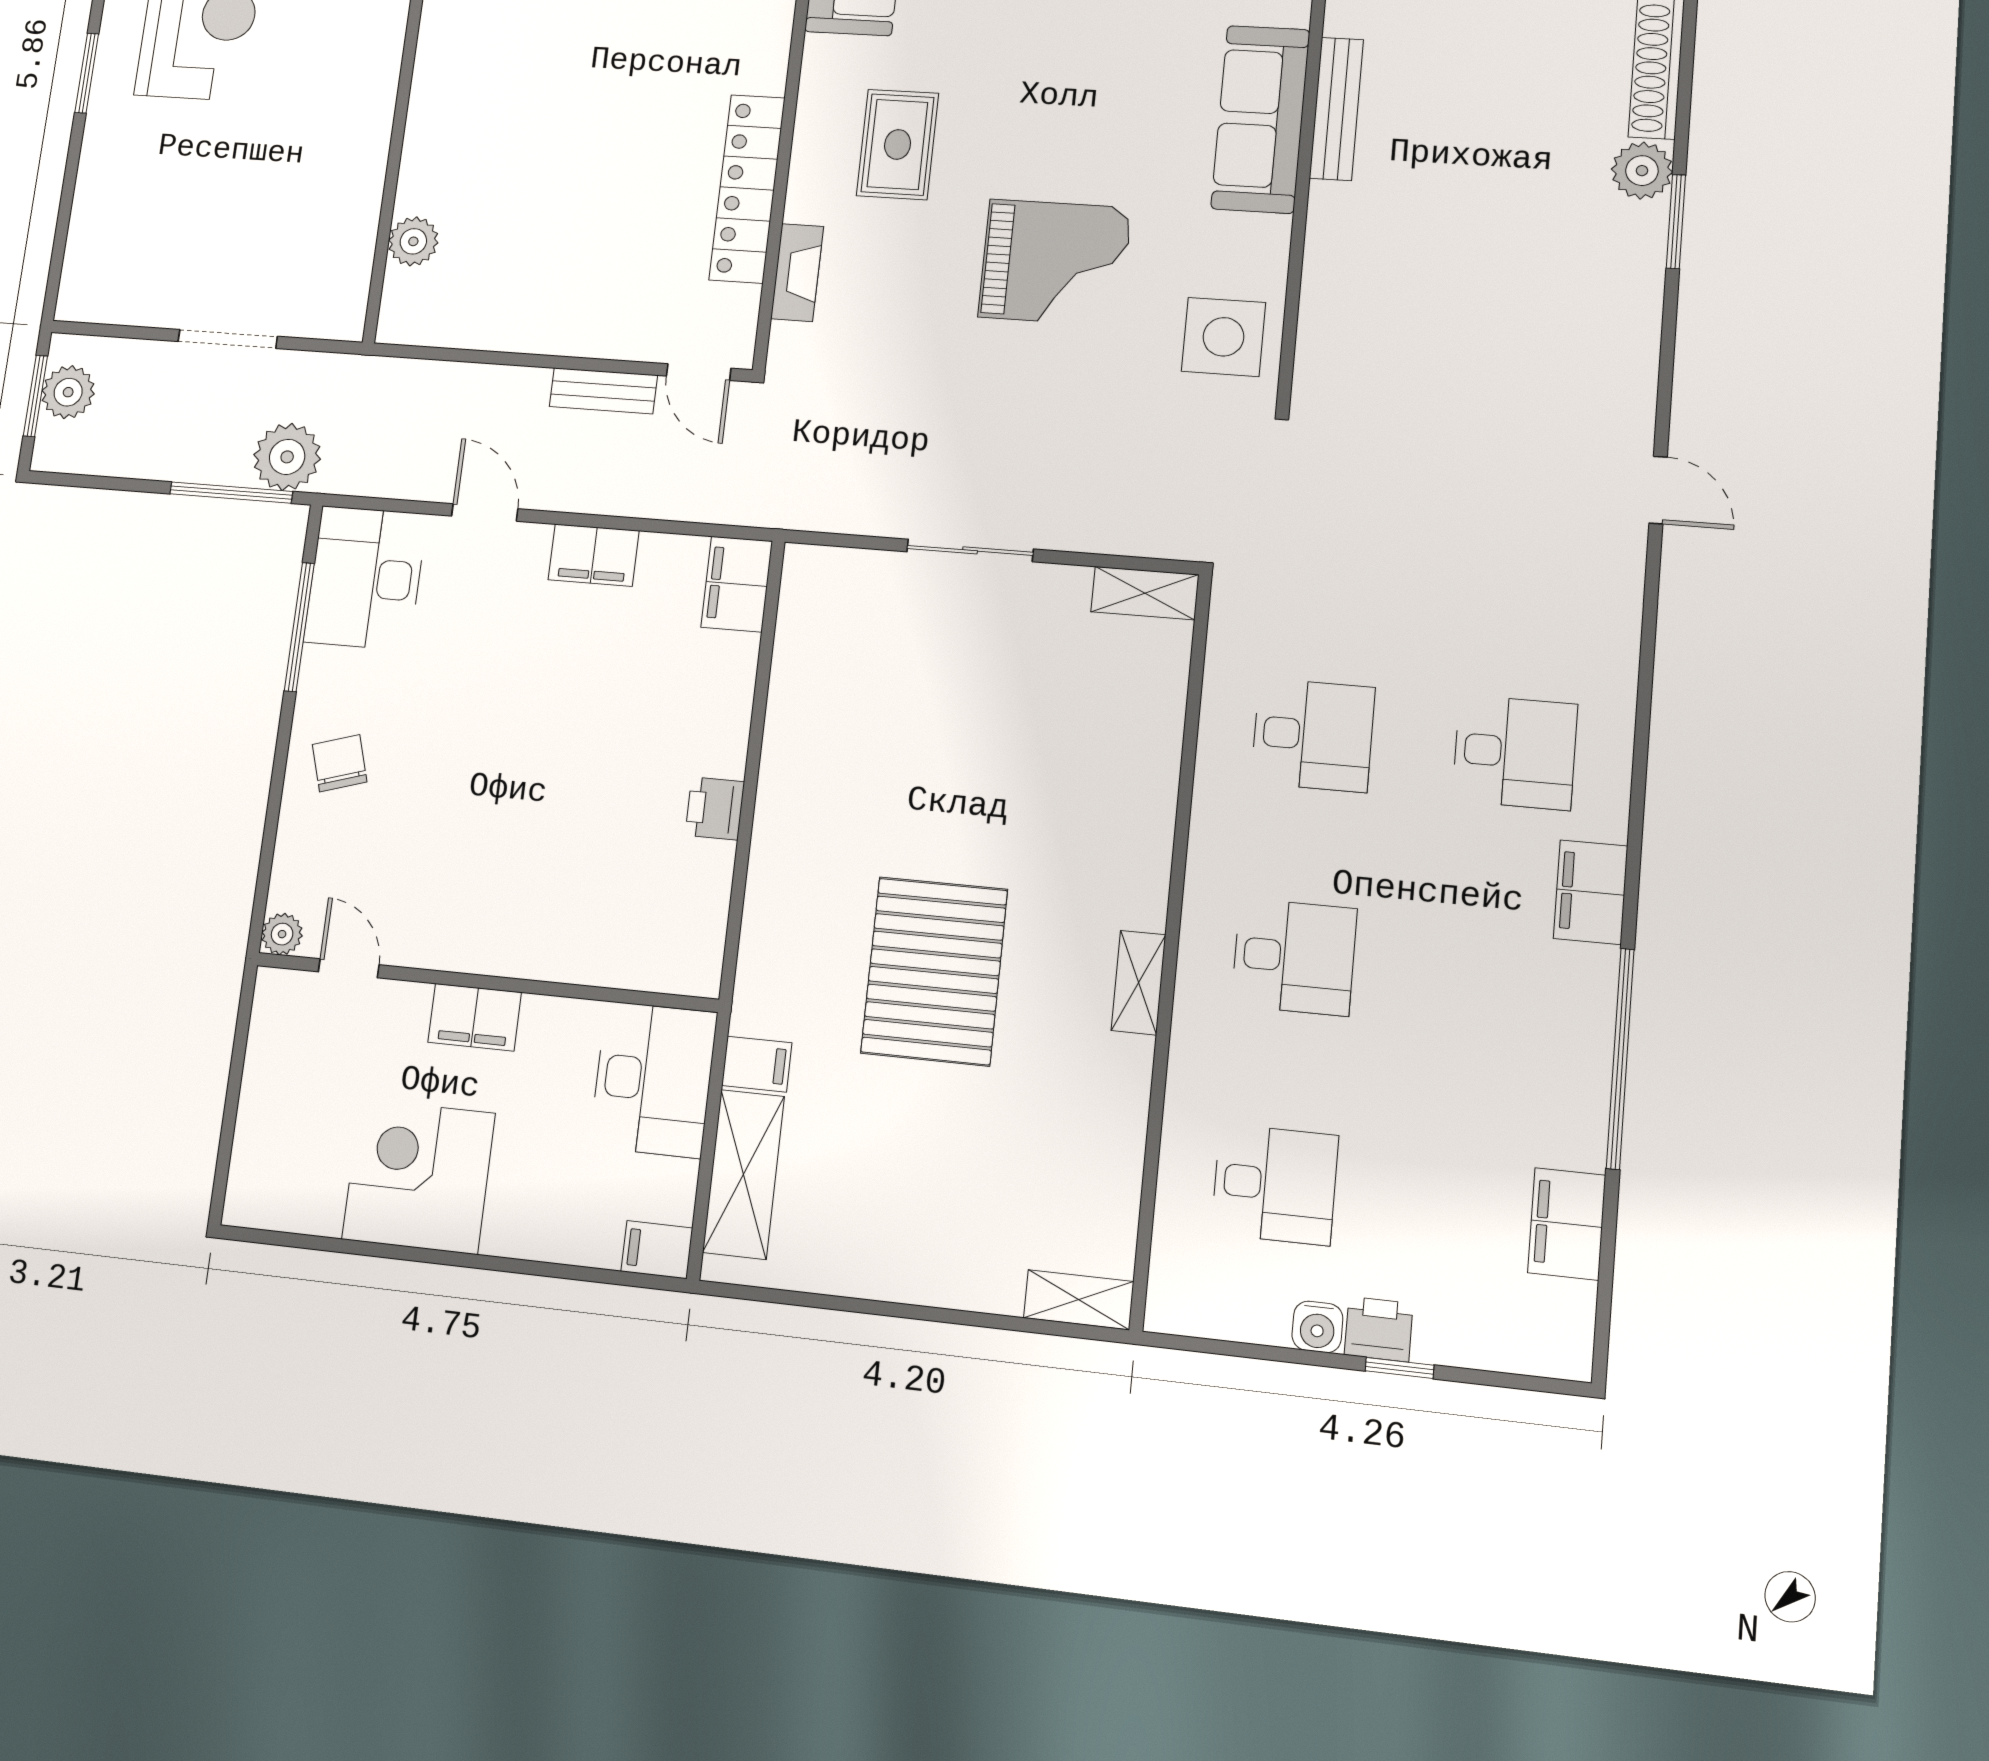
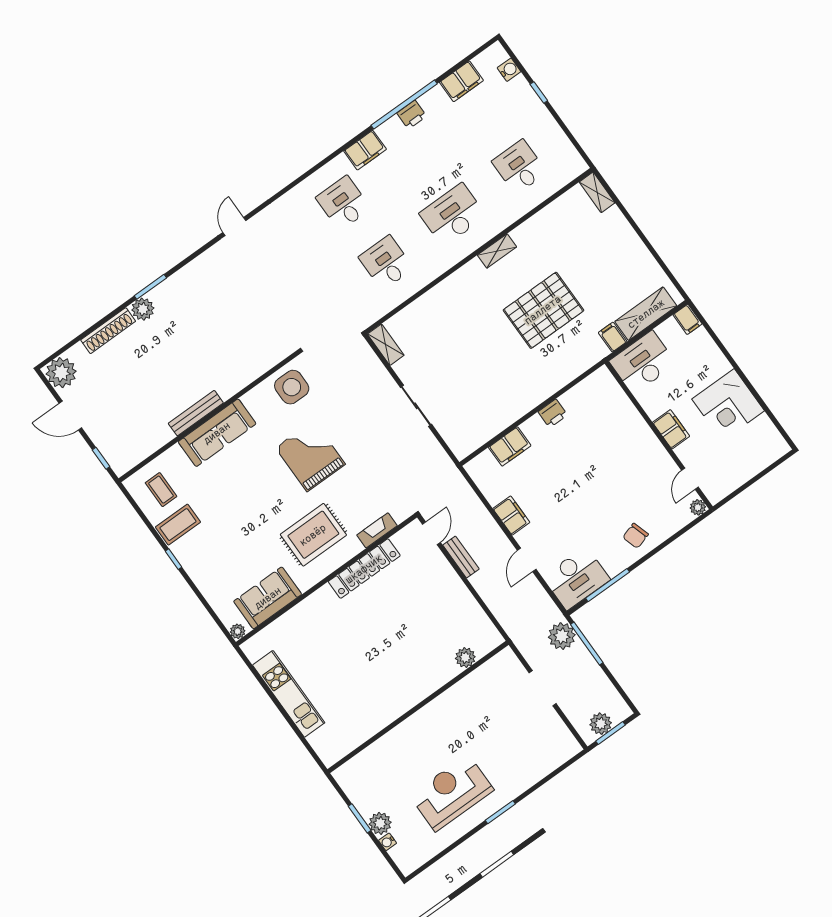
rug: (898, 144) -> (313, 535), width x1.36, depth x1.43
filing cabinet: (737, 584) -> (510, 446), moved
desk: (1294, 957) -> (453, 215), width x1.37
water cooler: (1317, 1327) -> (509, 70), moved
printer: (1379, 1329) -> (412, 115), moved, turned -90

